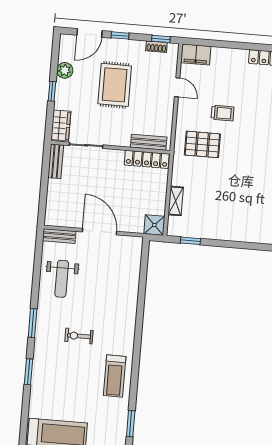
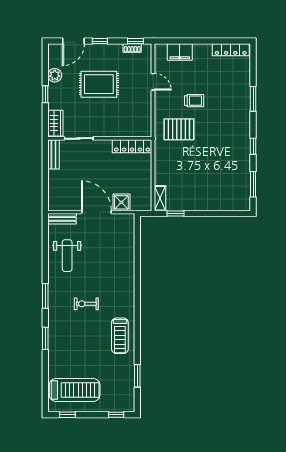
filing cabinet: (196, 54) -> (180, 52), moved
rug: (115, 85) -> (99, 84), turned 90
bench: (149, 142) -> (132, 131), removed
shelving: (176, 201) -> (160, 198), moved
shower: (154, 225) -> (121, 202), moved

